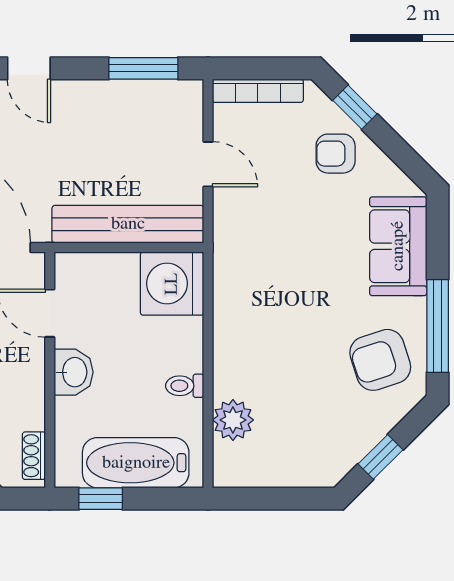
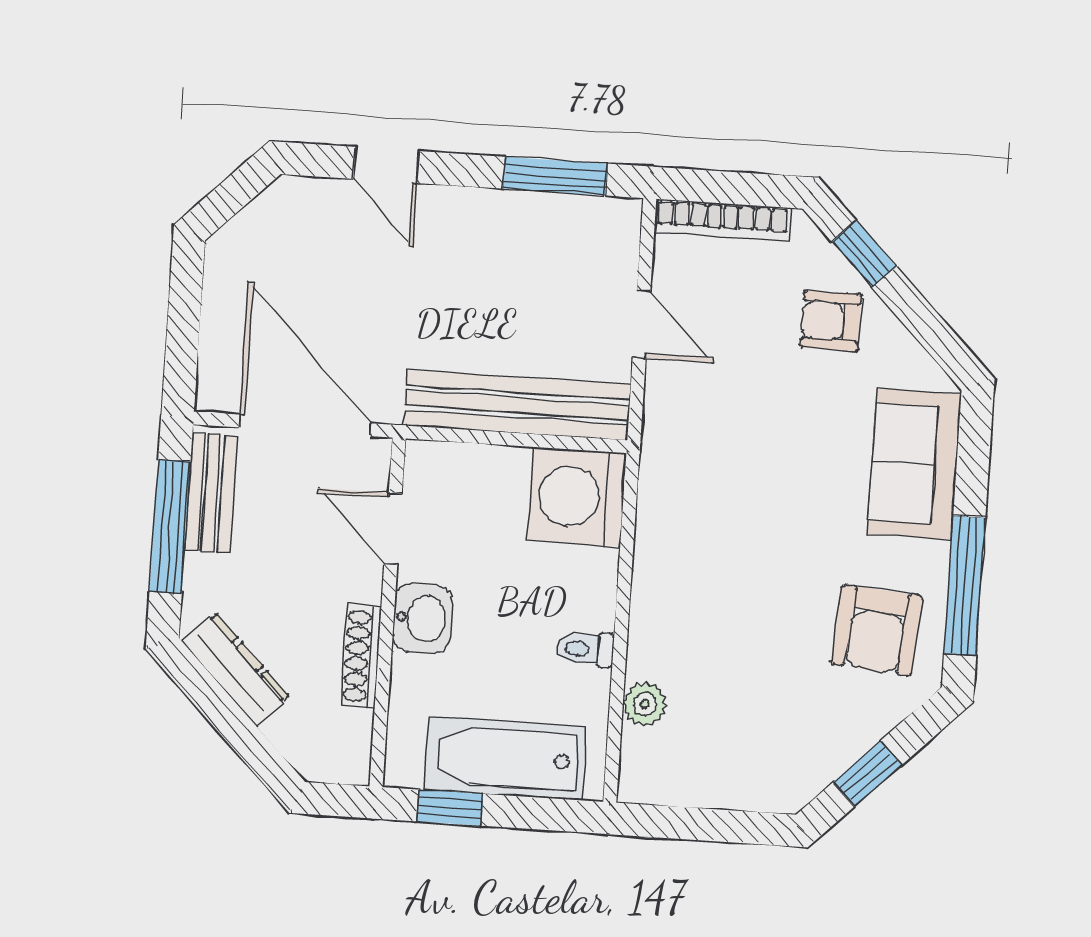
armchair: (380, 360) -> (877, 630), turned -67
plant: (233, 420) -> (645, 704), width x0.73, depth x0.73
shoe rack: (34, 456) -> (361, 656), moved, width x1.43

